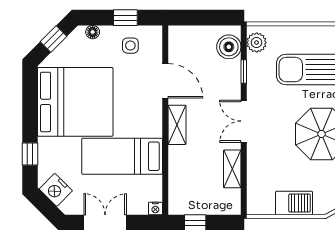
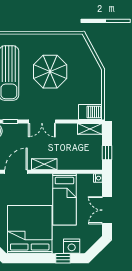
shelving: (232, 169) -> (90, 129), moved
nightstand: (56, 190) -> (72, 246), moved, turned 45
barbecue: (294, 203) -> (90, 112), moved, turned 90

